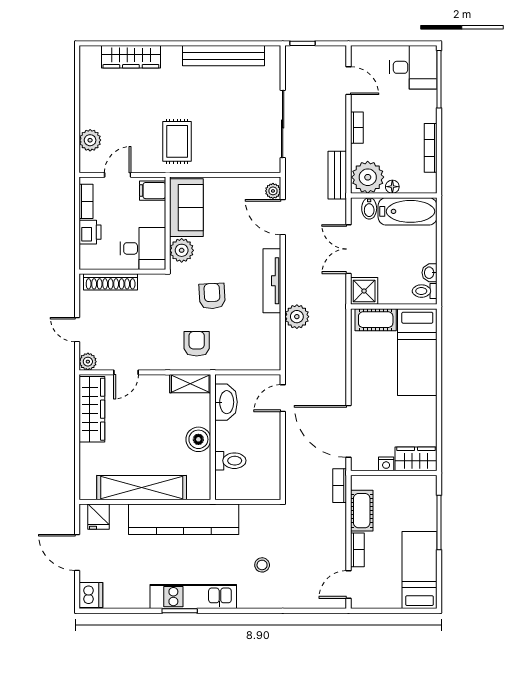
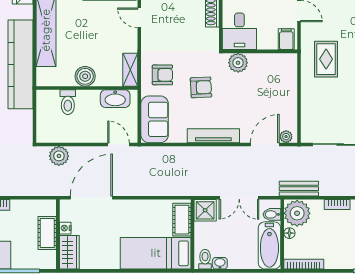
rug: (177, 141) -> (326, 59), turned 90
bookcase: (431, 148) -> (304, 264), moved
sofa: (186, 208) -> (155, 119), moved, turned -90
double door: (349, 249) -> (239, 198), swing flipped
plant: (297, 317) -> (59, 156), moved
bookcase: (340, 486) -> (48, 191), removed
cot: (362, 511) -> (47, 233), moved, turned 90

